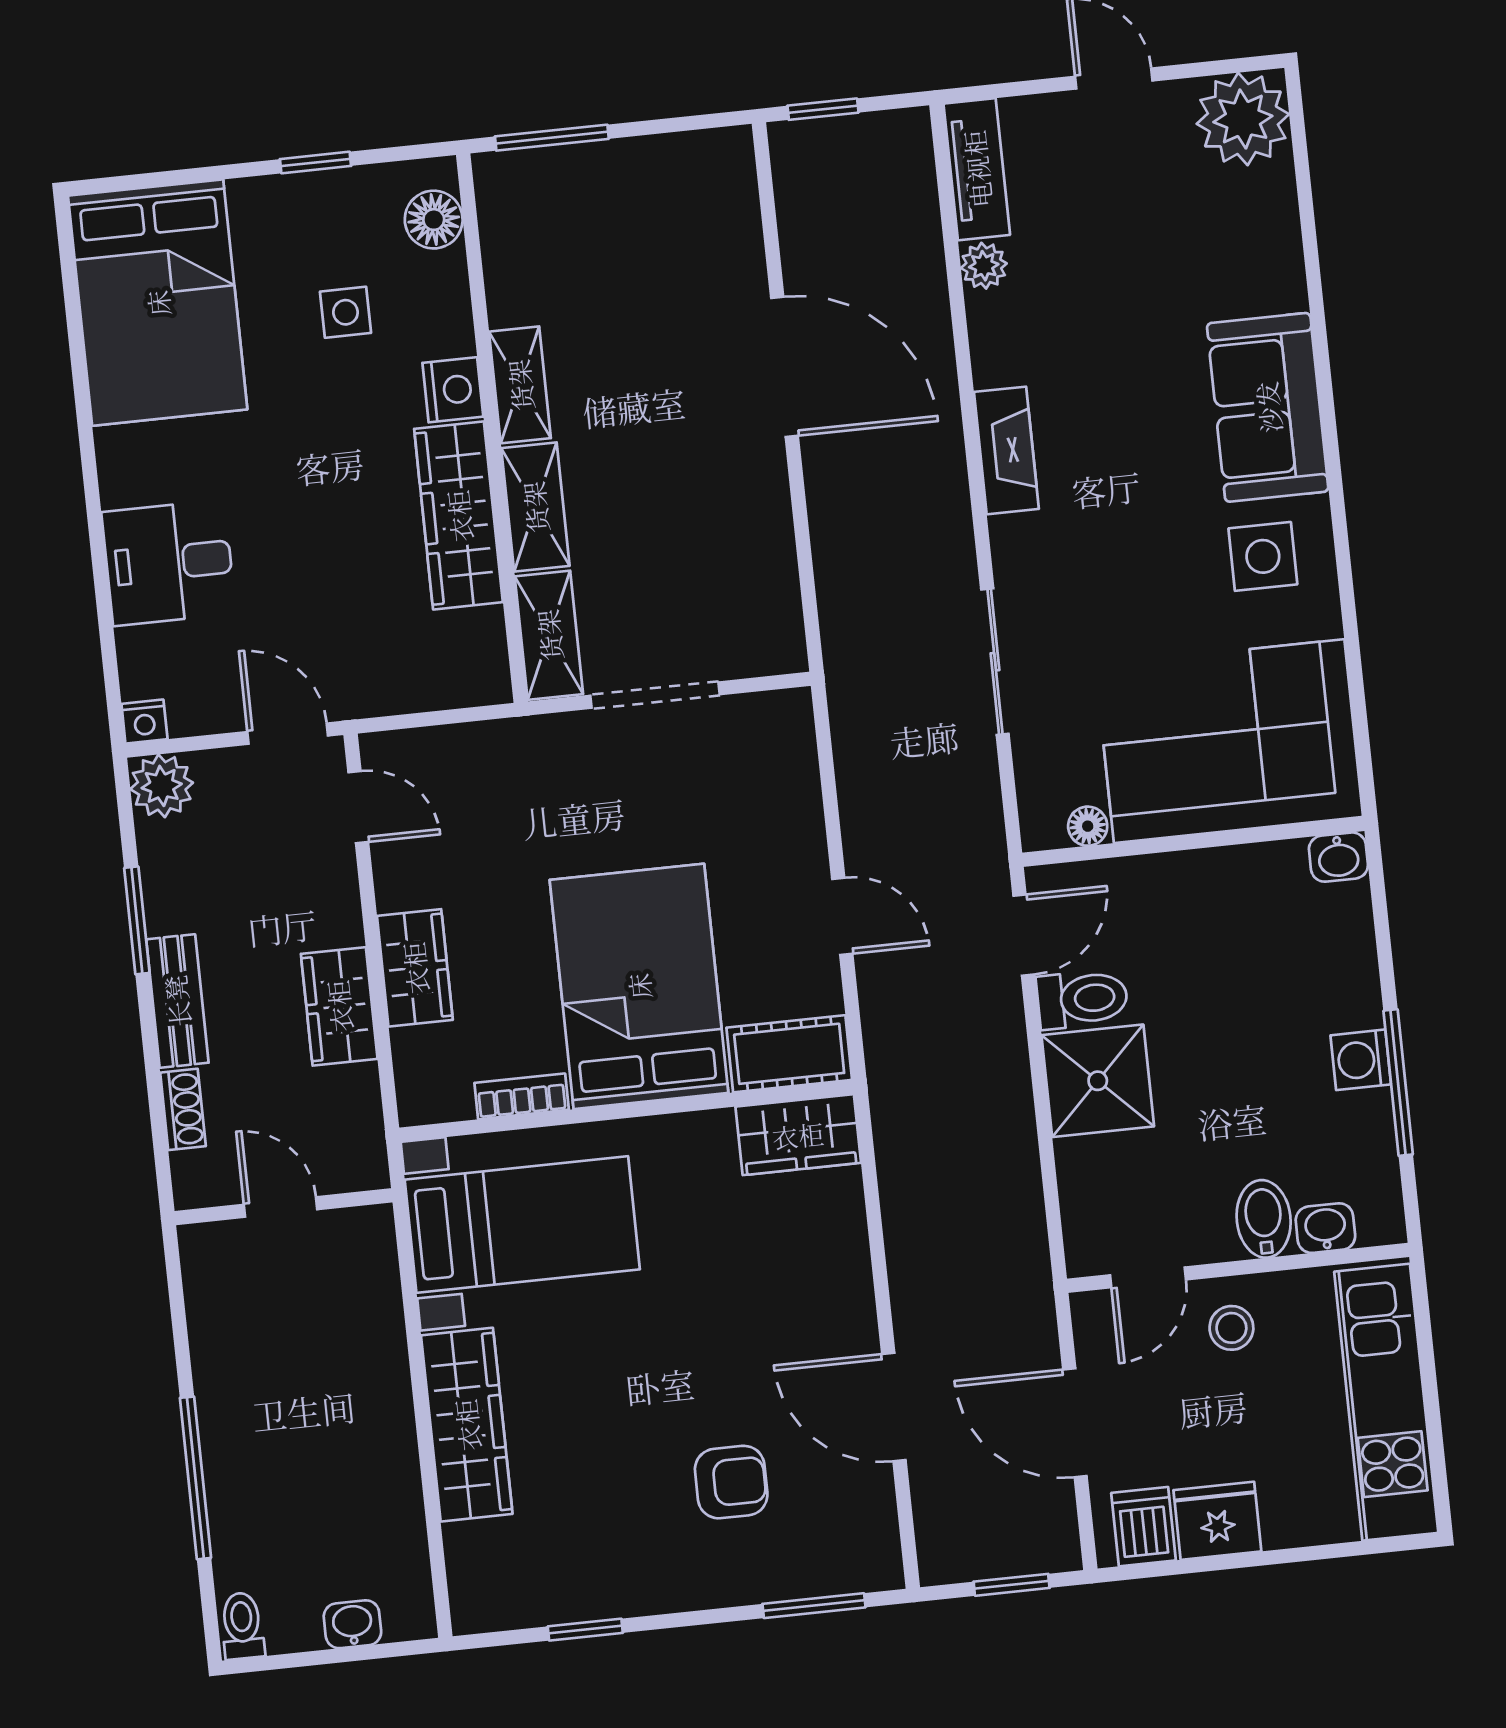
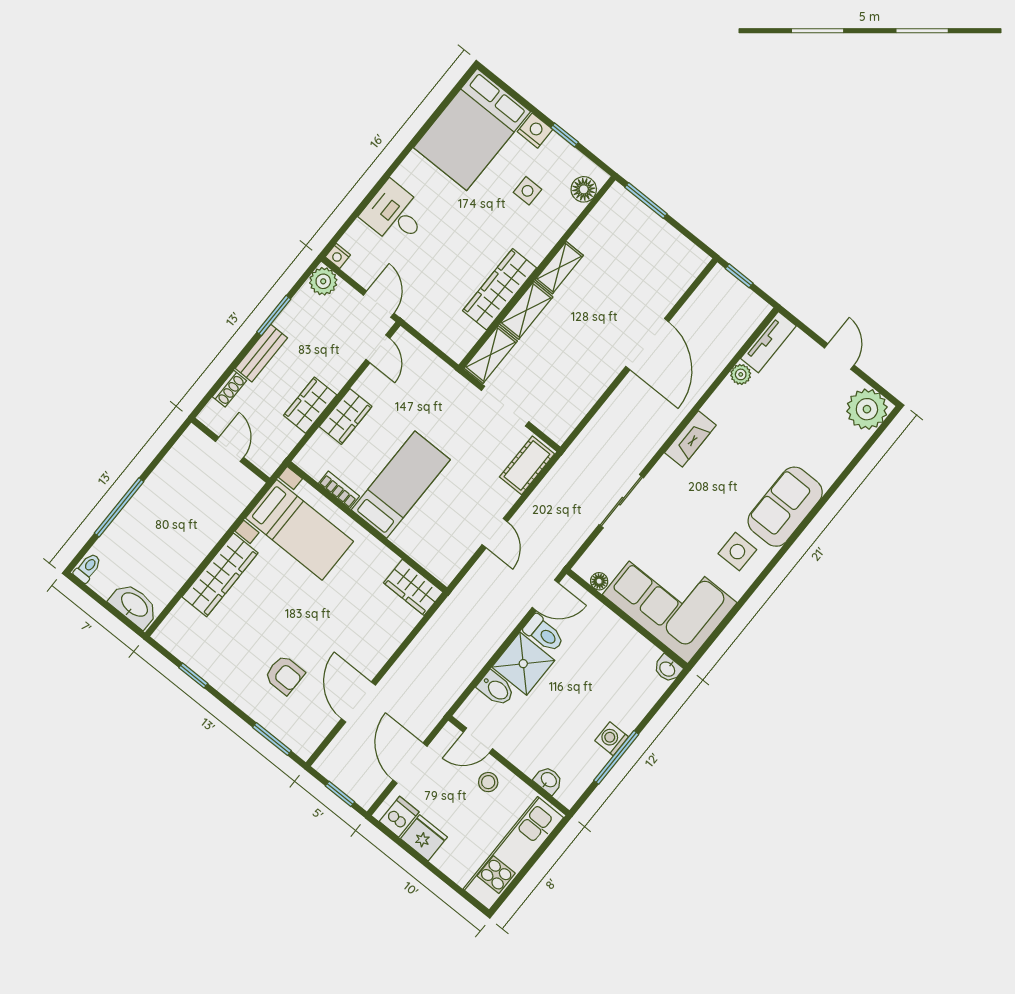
nightstand: (453, 390) -> (535, 131), moved, turned -90
bed: (639, 986) -> (401, 485), width x0.67
cot: (789, 1054) -> (527, 465), moved, turned 90
bidet: (1264, 1219) -> (496, 689), moved, turned 90
washbasin: (352, 1624) -> (134, 605), width x1.91, depth x1.45

